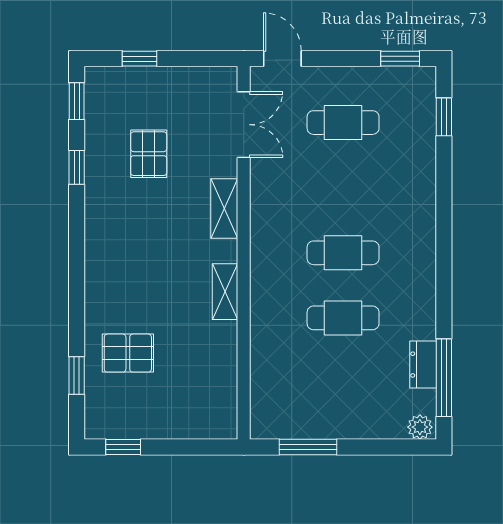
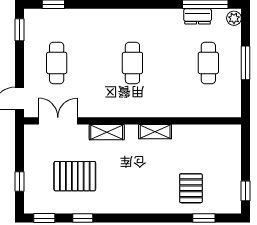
pallet: (149, 154) -> (75, 176), width x1.50, depth x1.42
cafe table: (343, 318) -> (208, 63), moved
window: (308, 447) -> (246, 63), moved

